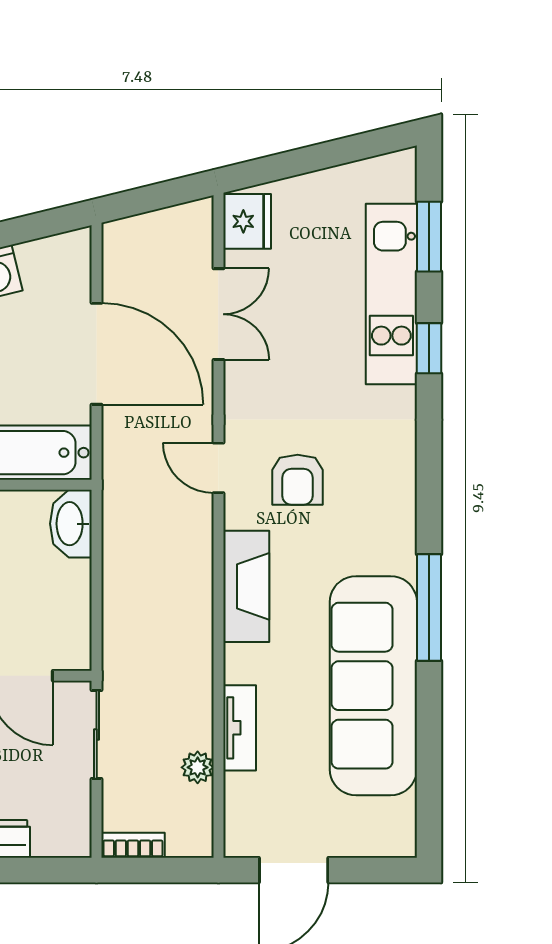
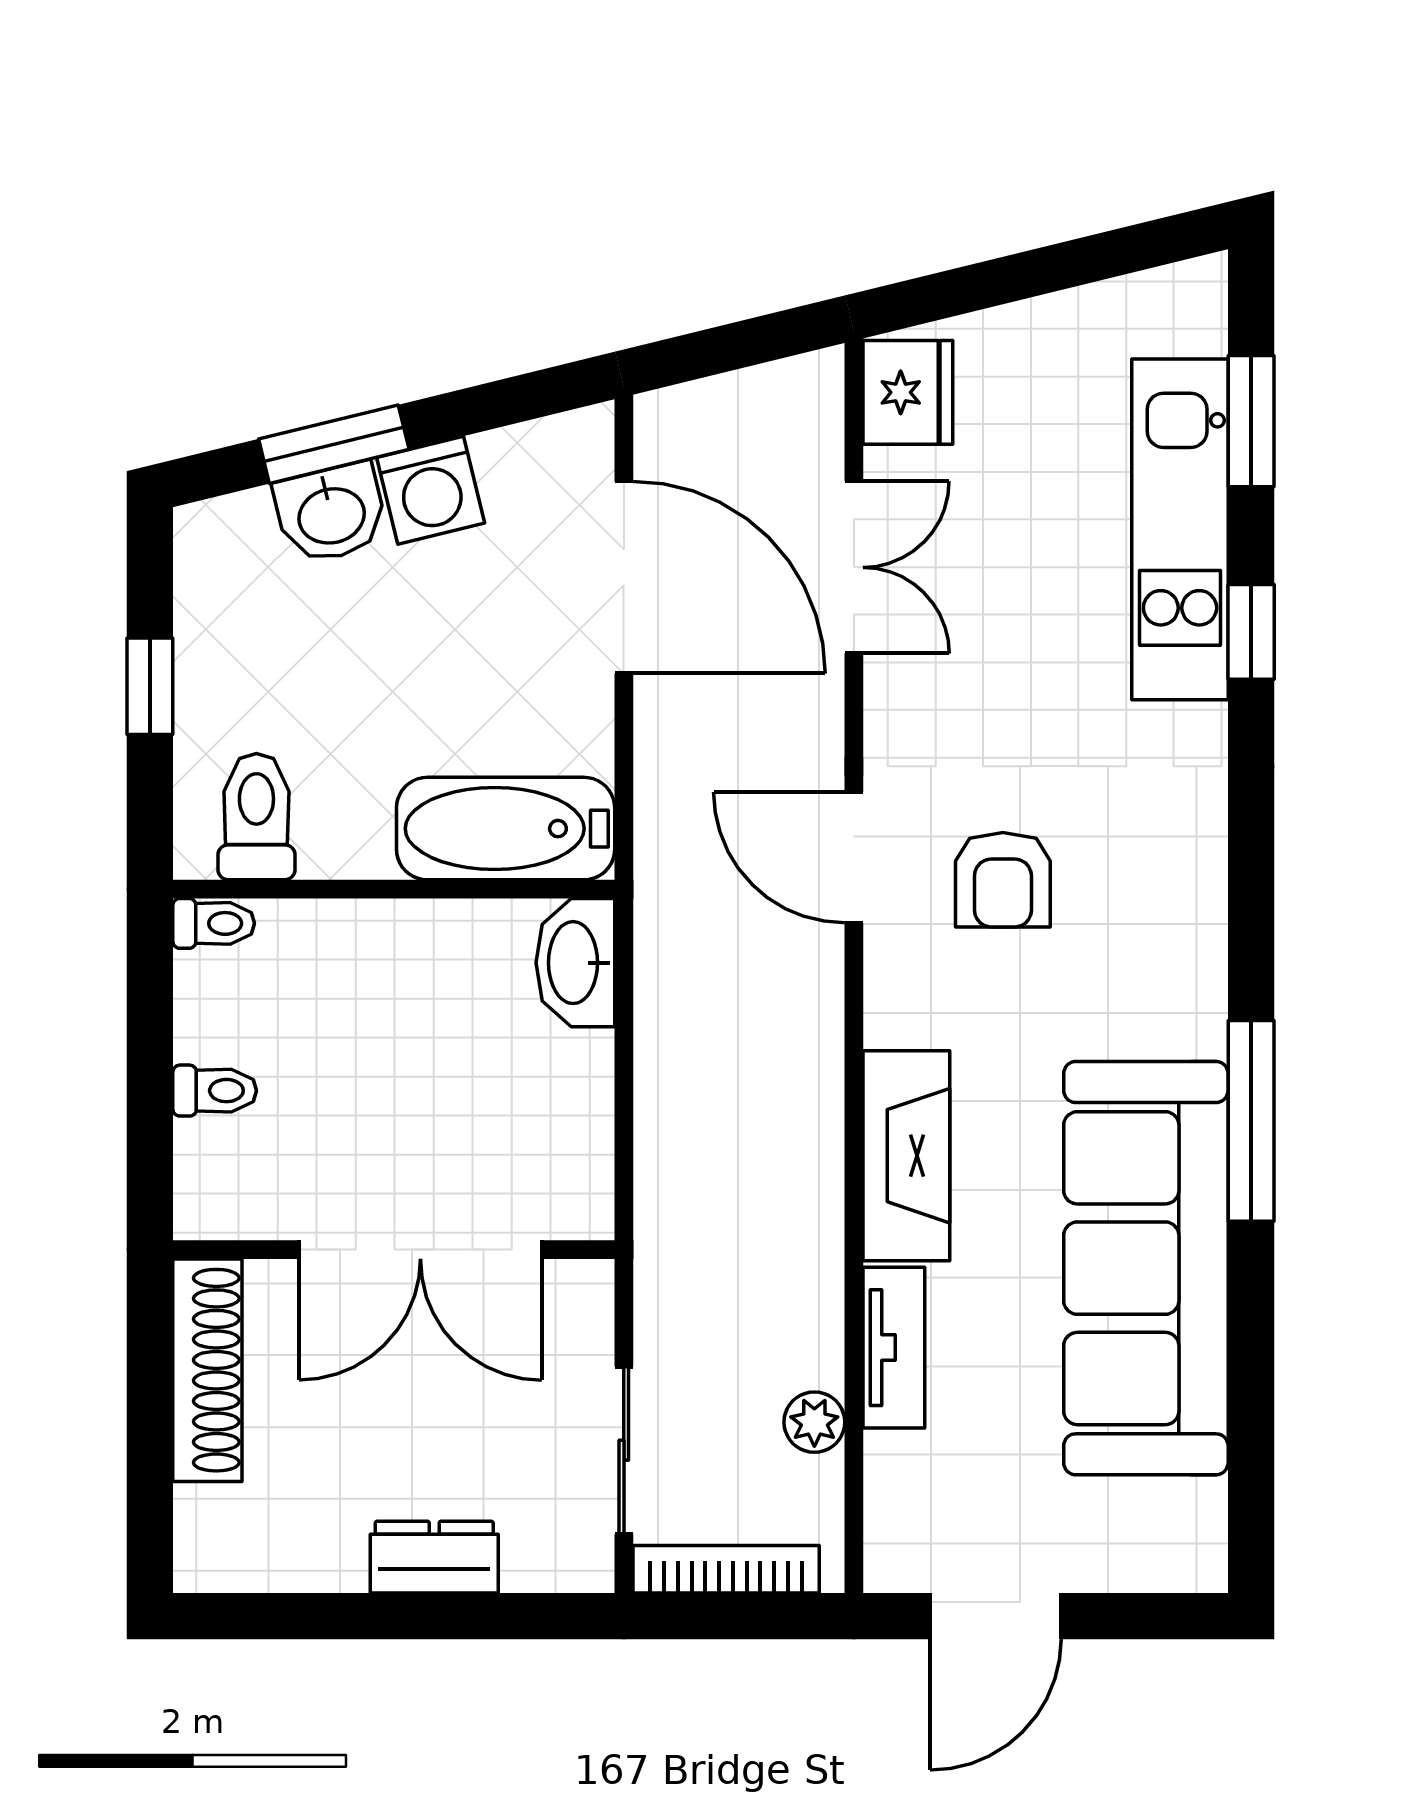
door: (97, 354) -> (624, 577), moved
door: (218, 468) -> (854, 857), width x1.38
fireplace: (246, 586) -> (906, 1156), moved
sliding door: (97, 735) -> (624, 1450), moved
bookcase: (133, 845) -> (726, 1569), width x1.56

